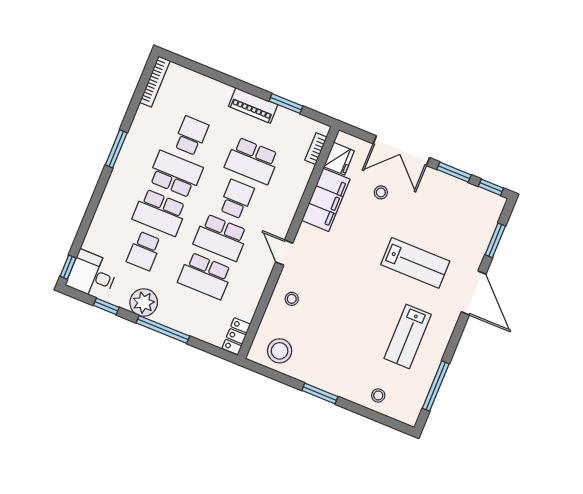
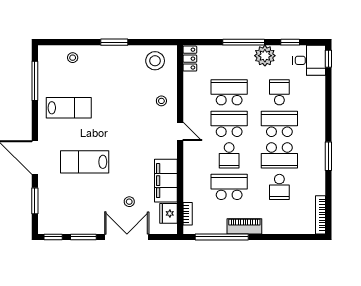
window: (286, 104) -> (222, 237), width x2.11
lab bench: (408, 336) -> (69, 108), turned 90

